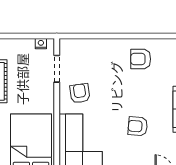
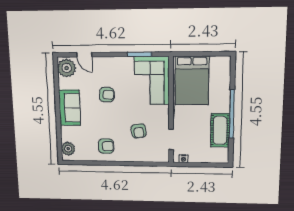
armchair: (80, 93) -> (139, 131), moved

